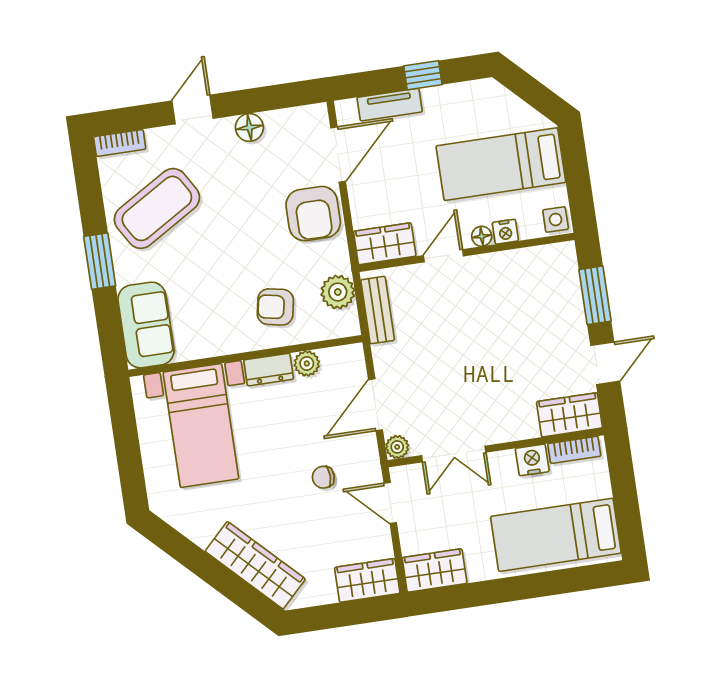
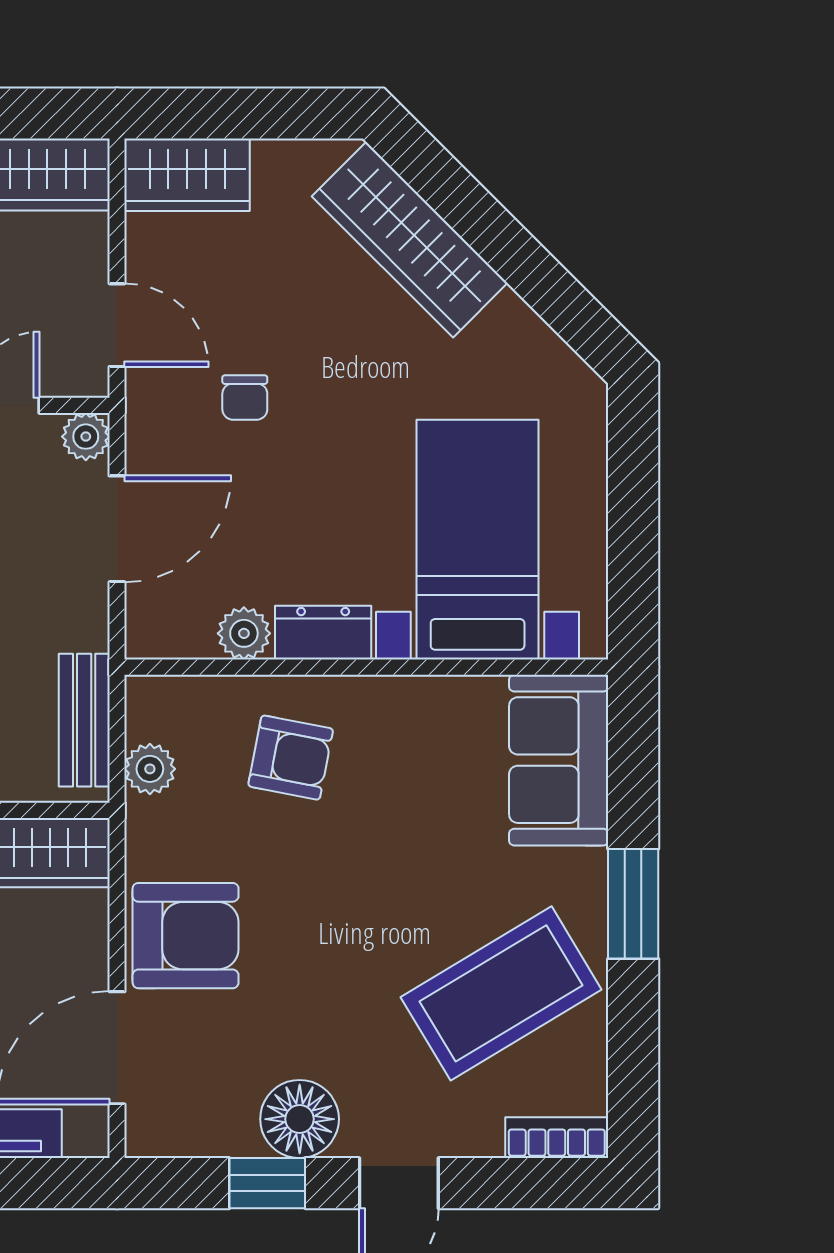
window: (256, 100) -> (267, 1183), added
floor lamp: (249, 127) -> (300, 1119), width x1.38, depth x1.38
armchair: (313, 214) -> (186, 936), turned 90
plant: (338, 292) -> (150, 769), width x0.73, depth x0.73
chair: (323, 477) -> (245, 398), turned 90

